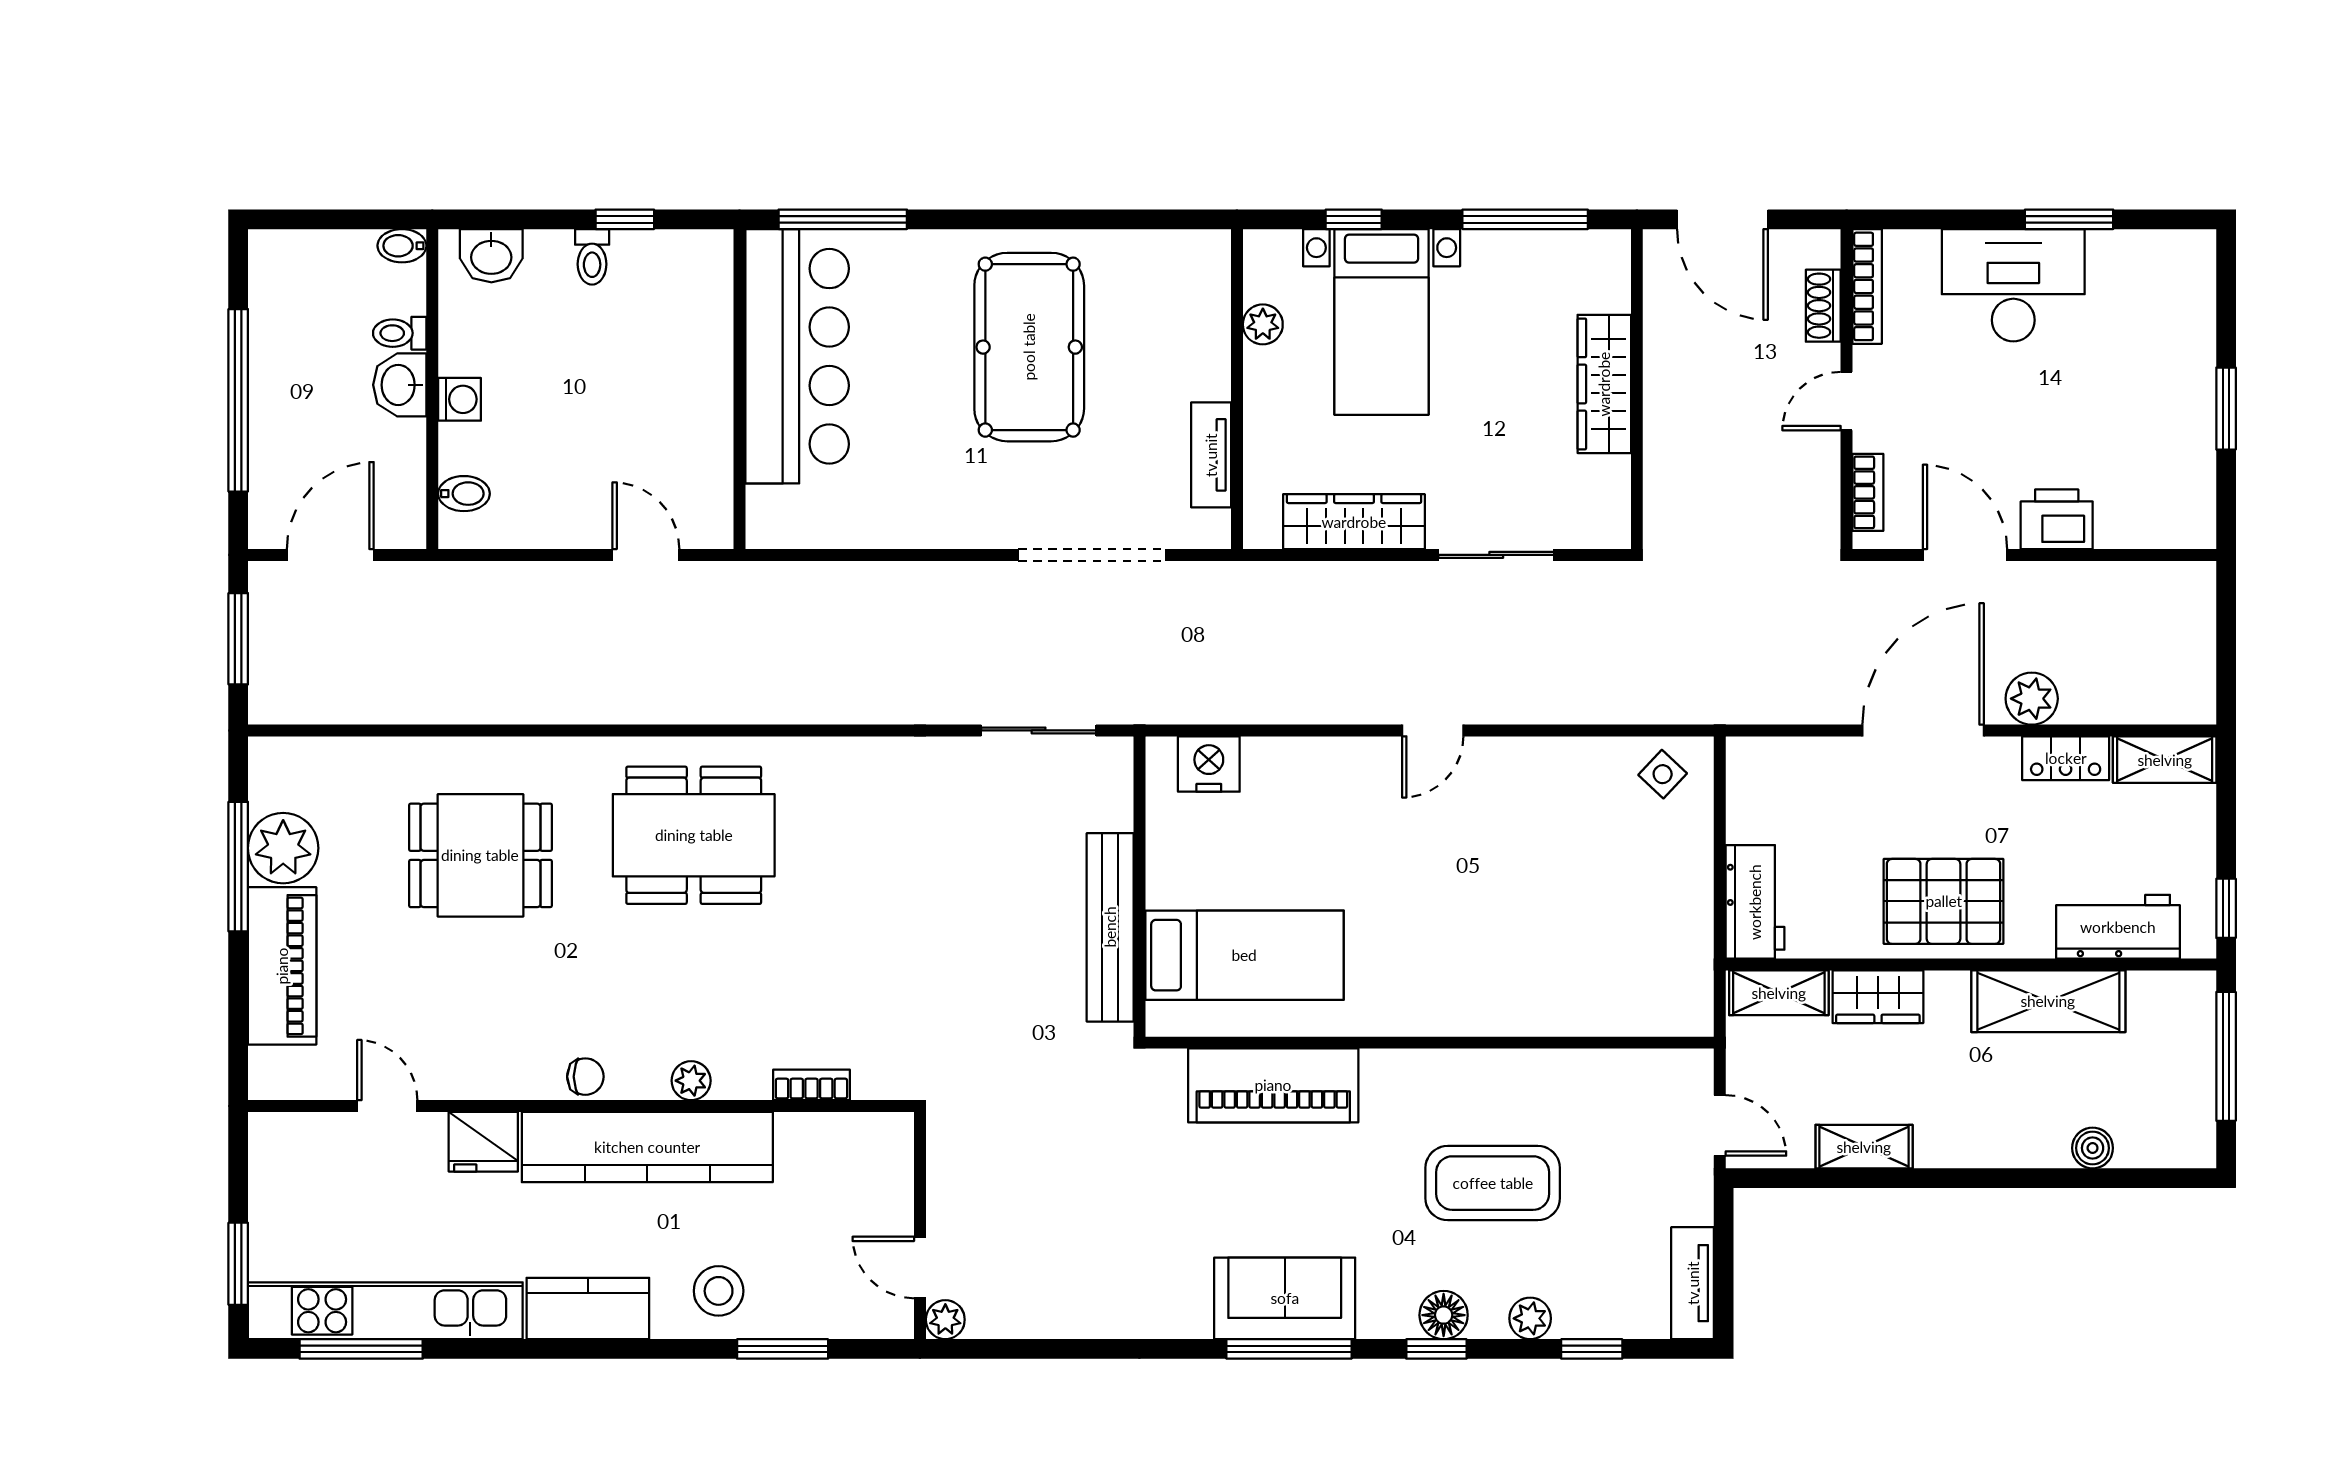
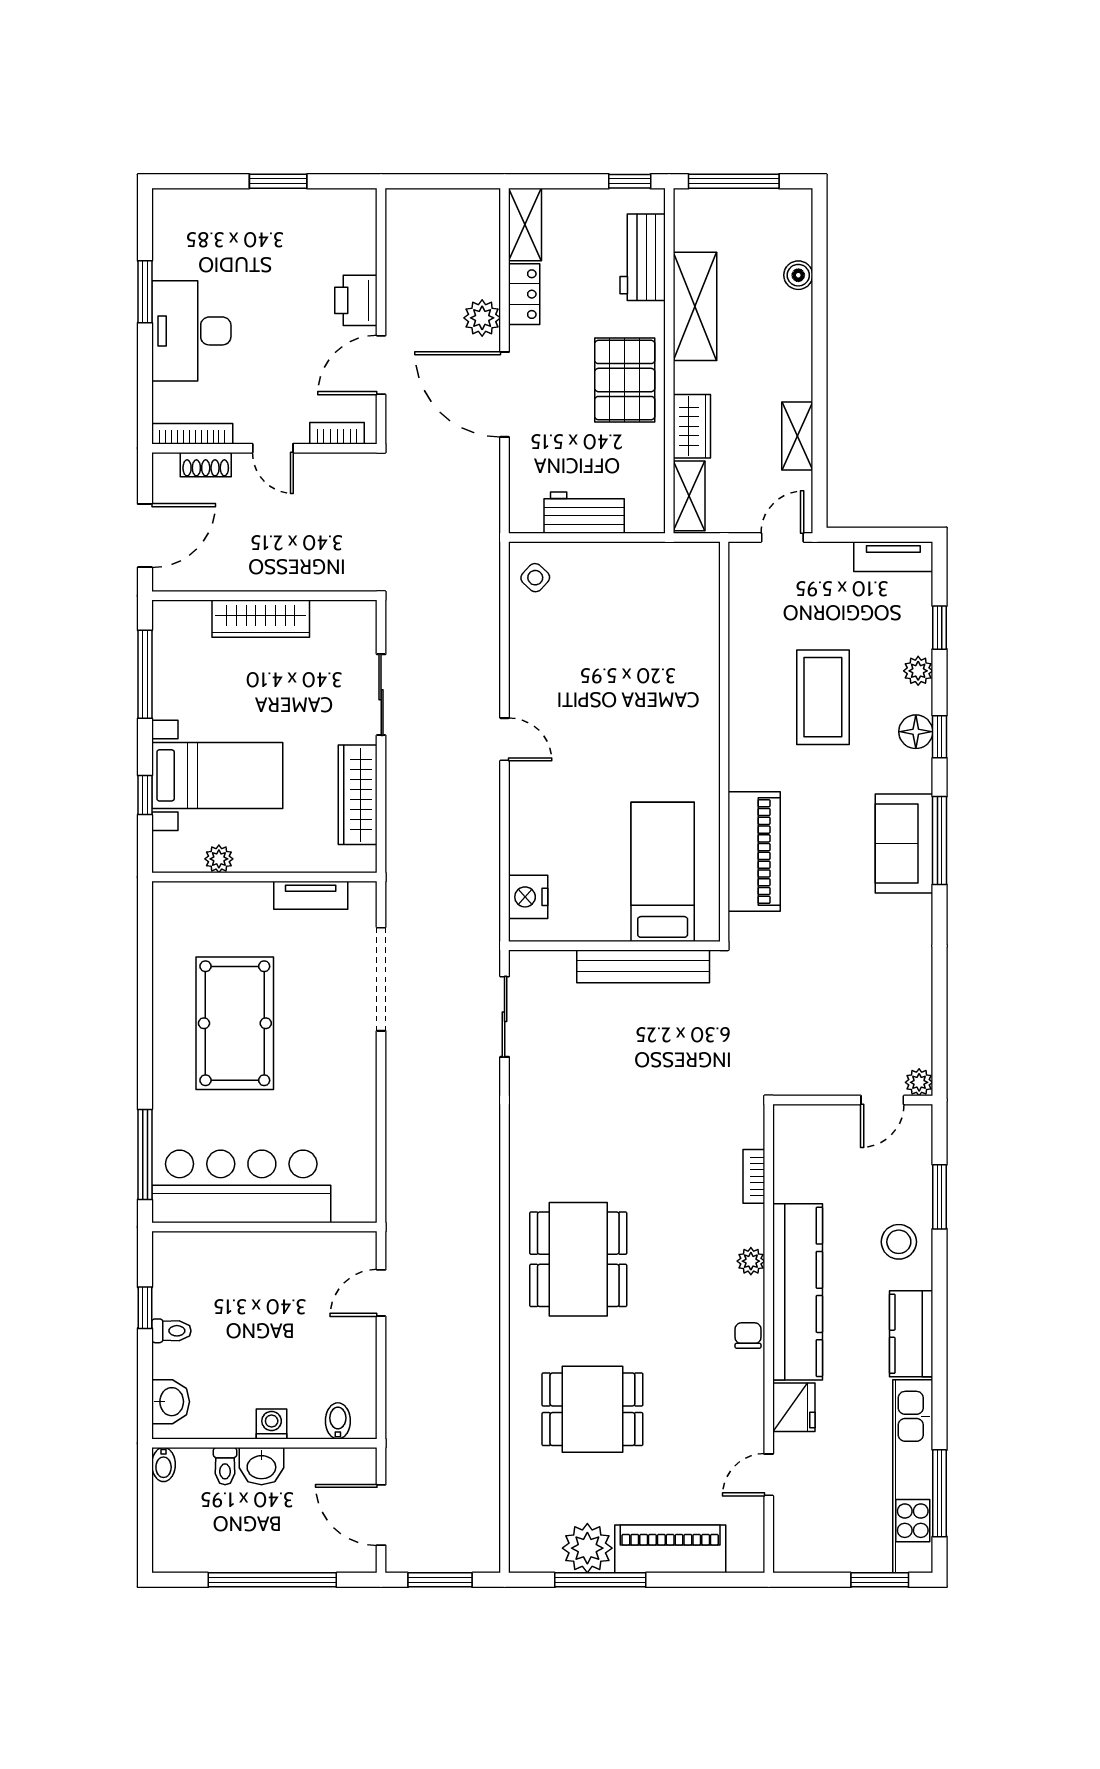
pool table: (1029, 347) -> (235, 1023), turned 90
dining table: (480, 855) -> (592, 1409), turned 90
workbench: (1755, 902) -> (584, 513), moved

